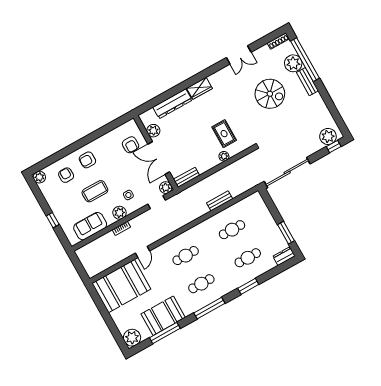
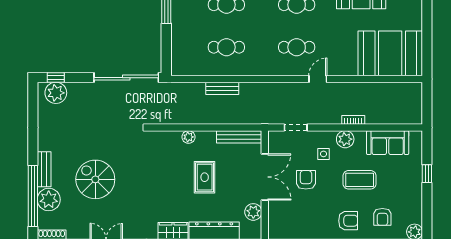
rug: (224, 134) -> (205, 177), moved
armchair: (131, 145) -> (306, 180), moved
bench: (186, 177) -> (239, 137), width x1.36
plant: (166, 188) -> (276, 138), removed
door: (143, 252) -> (318, 79), moved

